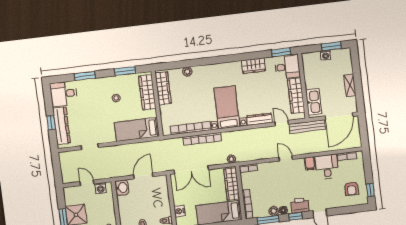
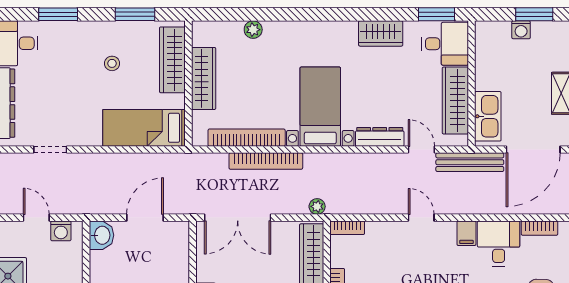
wardrobe: (163, 88) -> (204, 78), moved

